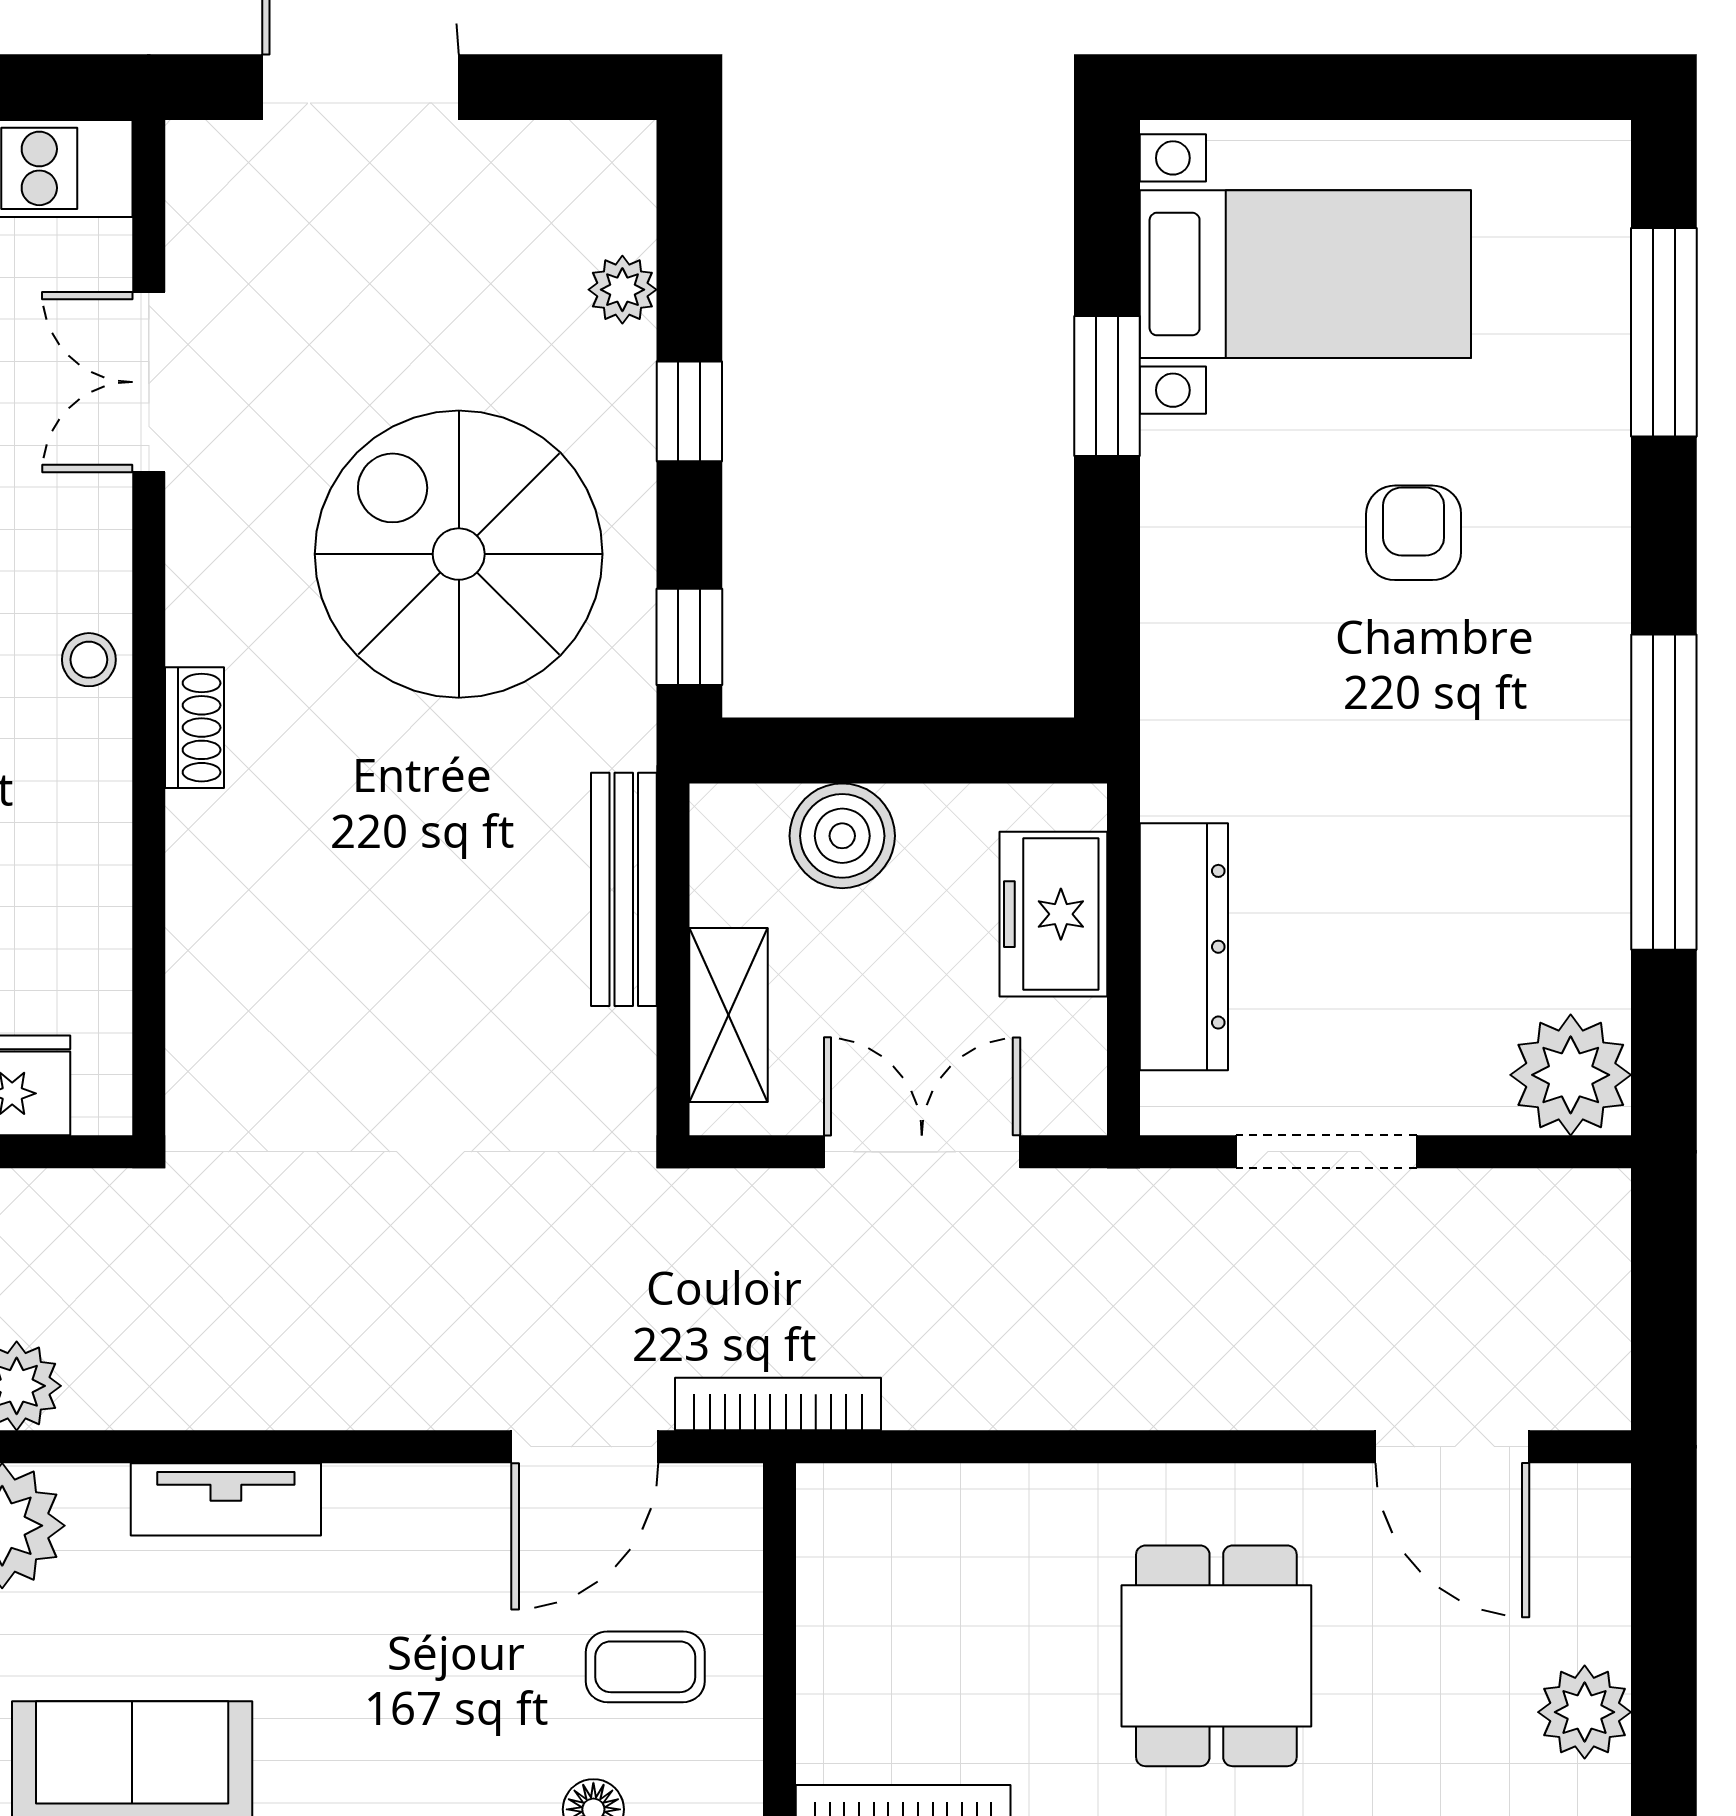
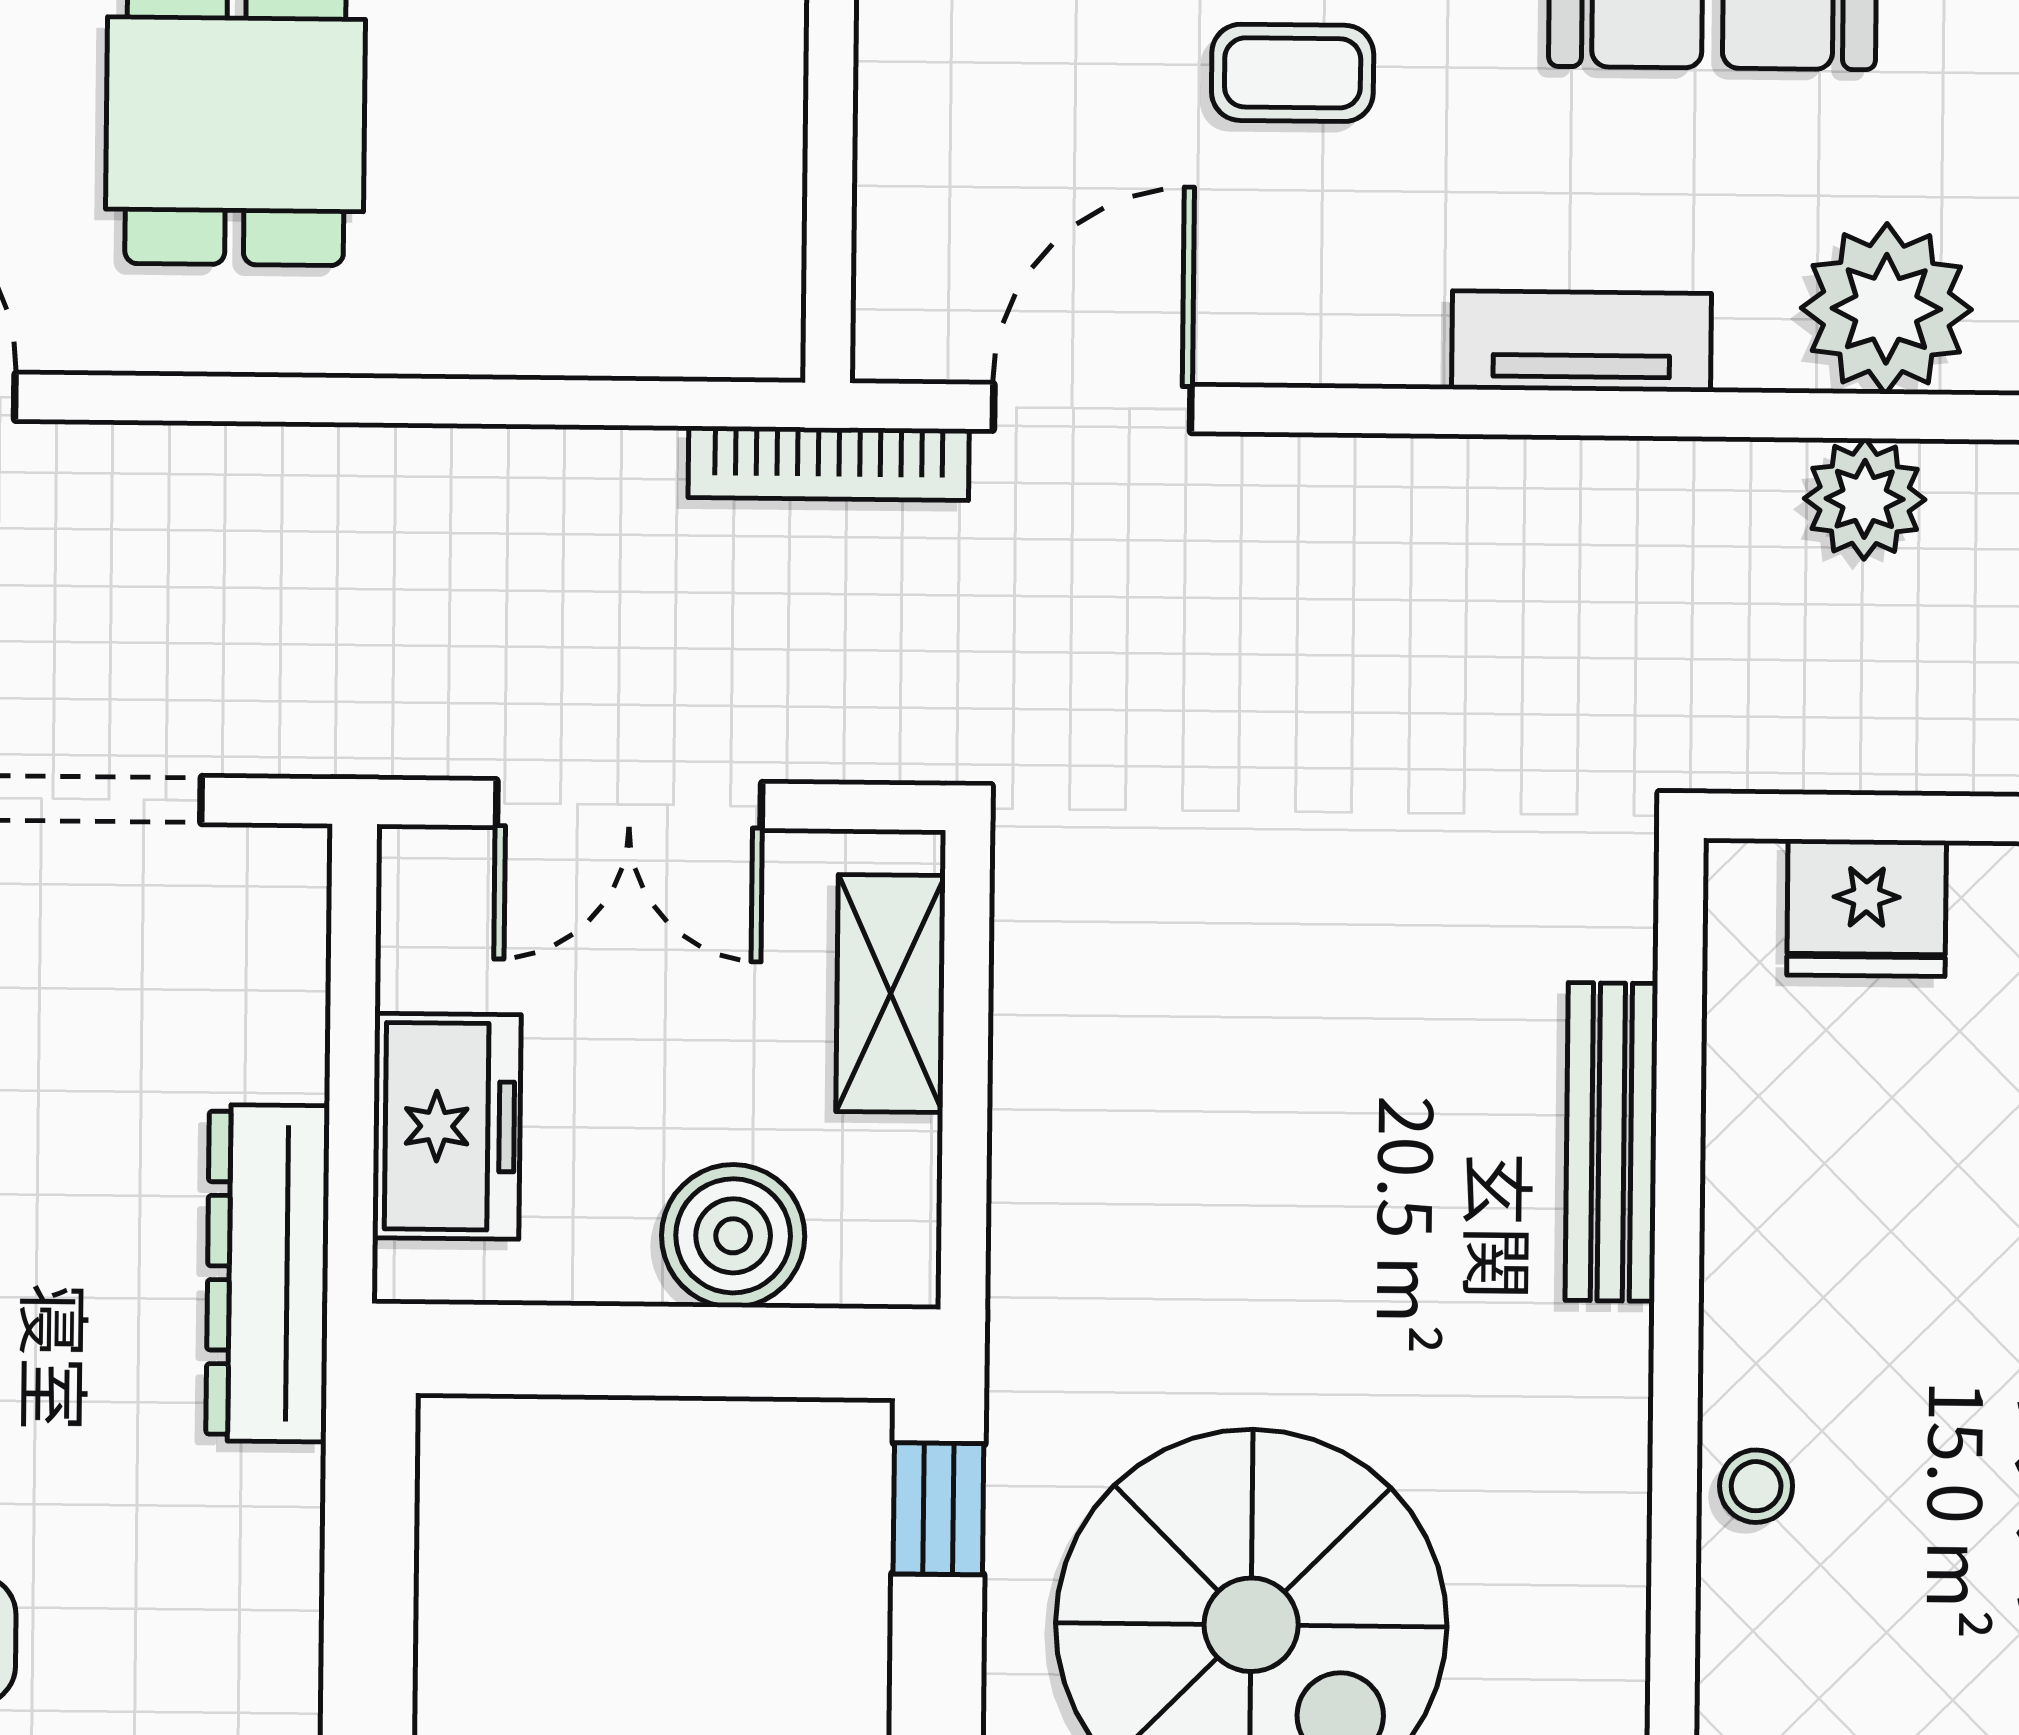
shoe rack: (195, 728) -> (1613, 1392), removed
bench: (624, 889) -> (1611, 1142), moved
dresser: (1184, 947) -> (268, 1273), moved
coffee table: (645, 1667) -> (1293, 73), moved

